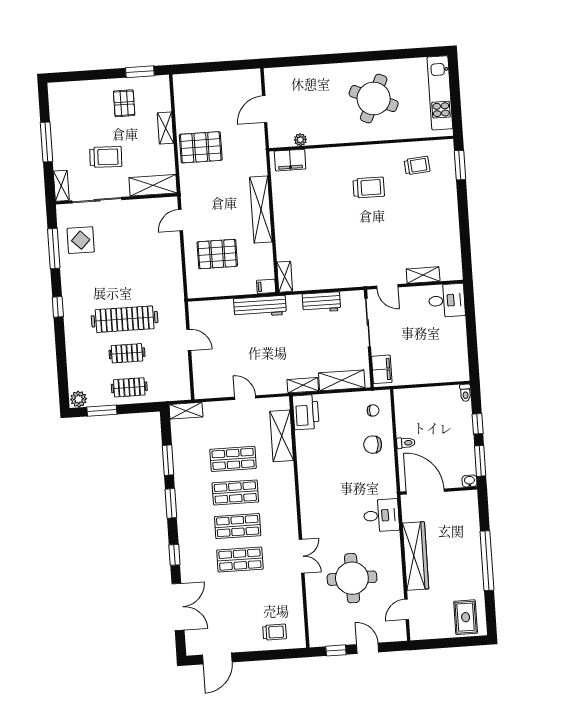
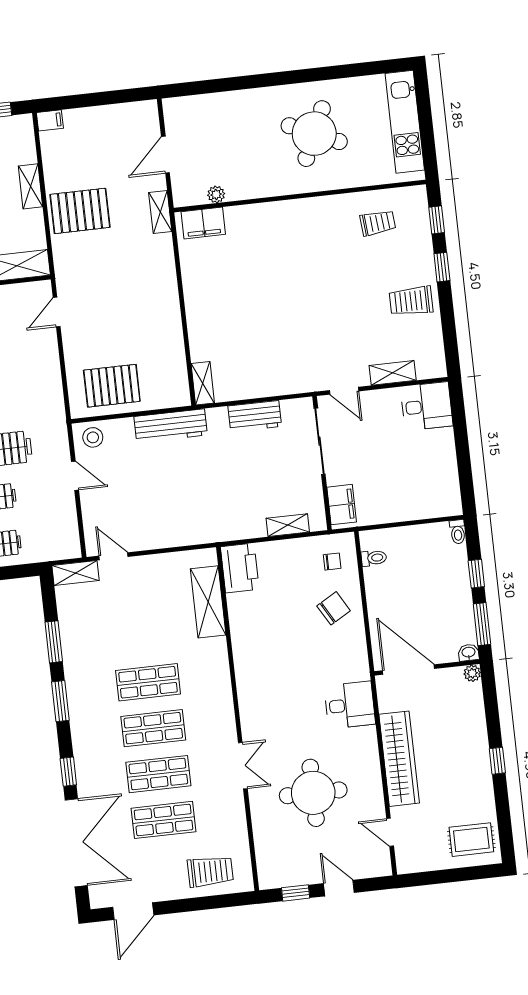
window: (460, 165) -> (437, 220), width x0.67
trolley: (369, 188) -> (411, 301), moved, turned 180
window: (462, 200) -> (442, 267), added
shelving: (261, 210) -> (160, 212), moved, width x0.45, depth x0.75
pallet: (217, 254) -> (112, 386), moved
filing cabinet: (266, 286) -> (50, 120), moved, turned 180
stool: (203, 313) -> (93, 437), added
shelving: (342, 380) -> (288, 525), width x0.67, depth x0.75
shelving: (303, 385) -> (234, 531), removed
door: (245, 398) -> (114, 556), moved
toilet: (406, 443) -> (374, 558), moved
chair: (373, 445) -> (334, 608), turned 146
shop shelf: (233, 459) -> (164, 820), moved
plant: (471, 496) -> (472, 673), added
window: (487, 561) -> (497, 761), width x0.32
double door: (178, 607) -> (76, 843), width x1.36
door: (407, 609) -> (390, 832), hinge flipped
rug: (466, 617) -> (471, 840), turned 90
trolley: (275, 632) -> (210, 871), width x1.36, depth x1.39

